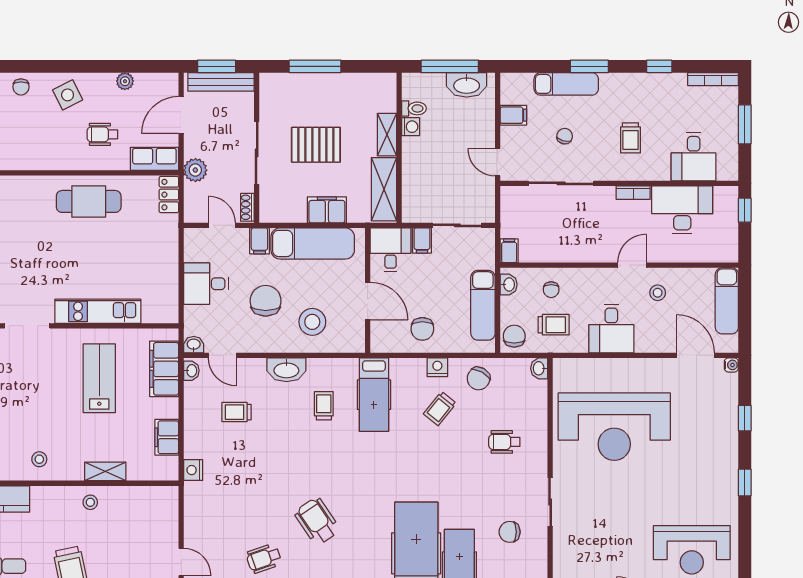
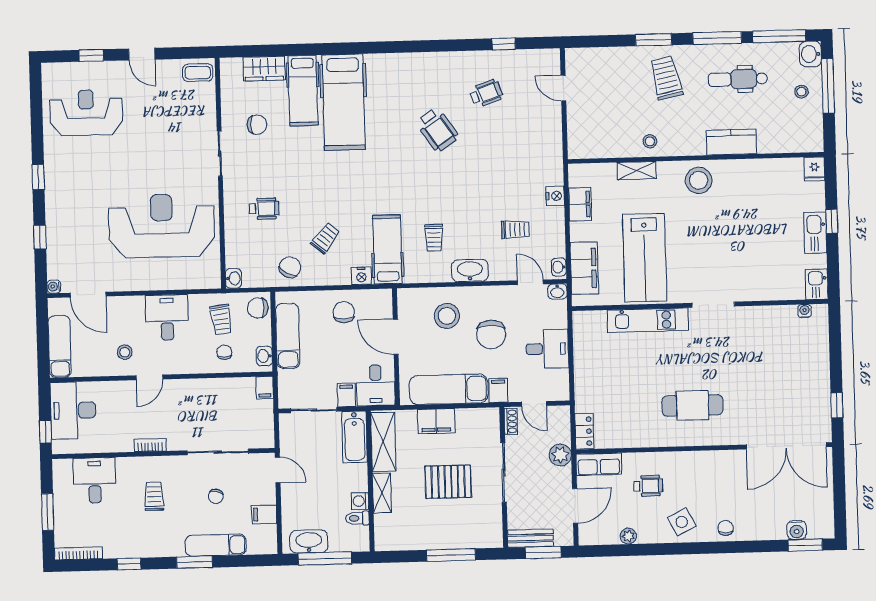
bench: (221, 82) -> (530, 538), width x0.73
bathtub: (415, 195) -> (355, 437), added
cafe table: (89, 201) -> (693, 405), moved
desk: (682, 210) -> (73, 410), moved, turned 90
trolley: (554, 325) -> (221, 320), turned -97
chair: (514, 336) -> (258, 308), turned 90
nightstand: (437, 367) -> (361, 276), moved
lab bench: (99, 378) -> (645, 258), width x1.36, depth x1.39
stool: (39, 459) -> (699, 180), width x1.89, depth x1.89
nightstand: (193, 470) -> (555, 196), moved

